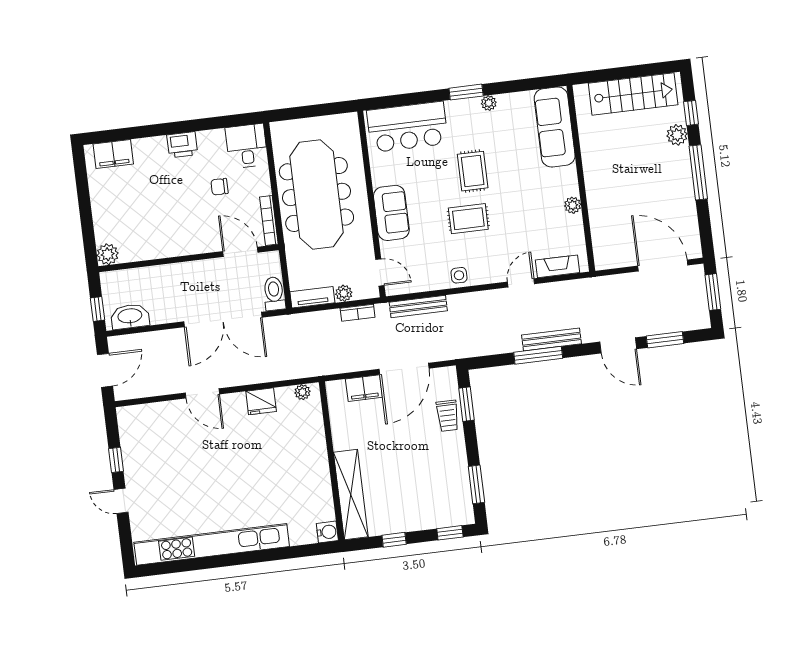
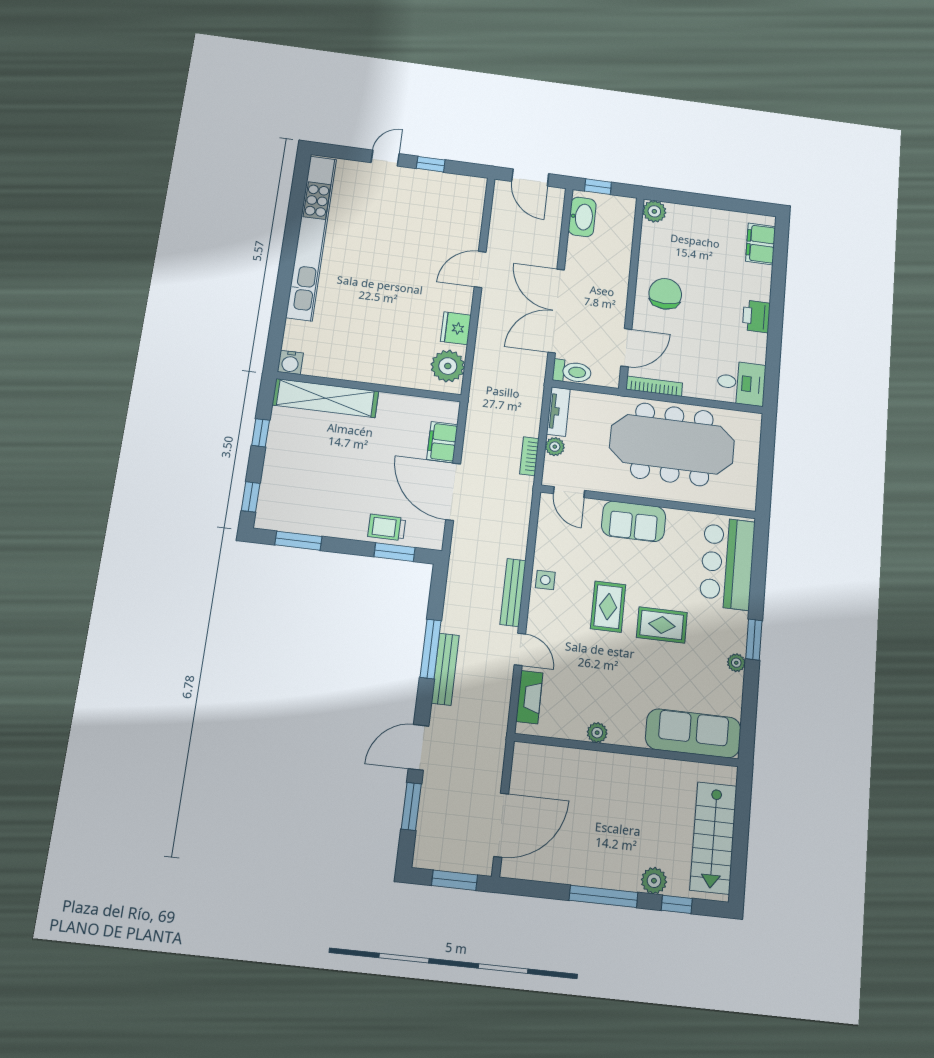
chair: (219, 187) -> (665, 294), moved, width x1.87, depth x1.87
door: (380, 272) -> (569, 492), hinge flipped
bench: (418, 306) -> (513, 592), moved
plant: (302, 392) -> (448, 366), width x1.87, depth x1.87

